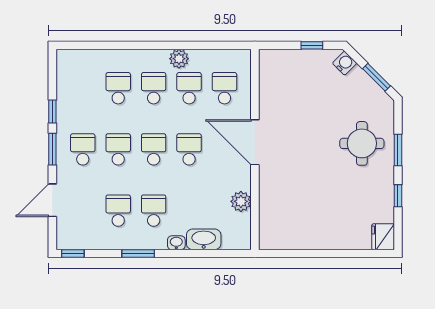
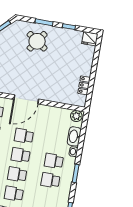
round table: (362, 143) -> (37, 41), turned 35
plant: (241, 201) -> (76, 116), moved
locker: (298, 241) -> (84, 85), added

